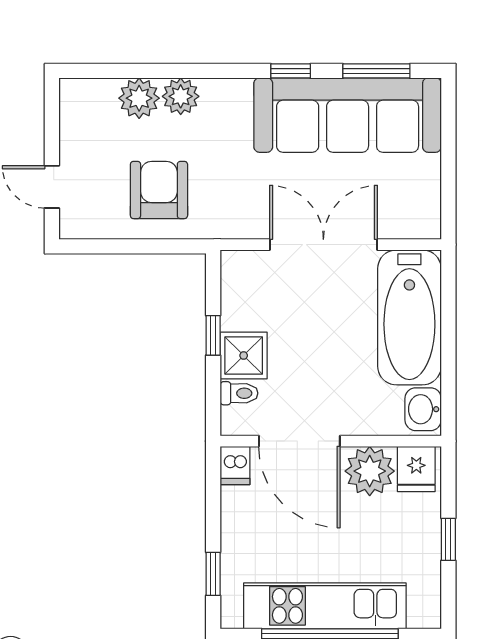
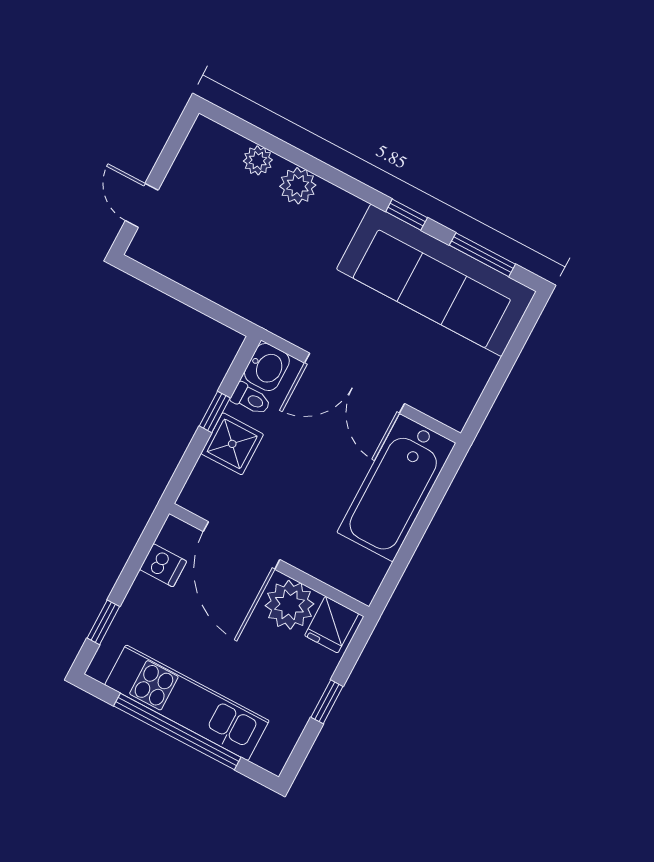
plant: (139, 98) -> (258, 160), width x0.73, depth x0.73
armchair: (159, 190) -> (235, 258), removed
double door: (323, 245) -> (355, 383), swing flipped
toilet: (239, 393) -> (251, 399), moved
washbasin: (423, 409) -> (267, 367), moved, turned 180
dishwasher: (235, 465) -> (163, 565), moved, turned -90

